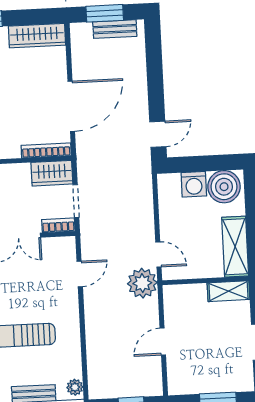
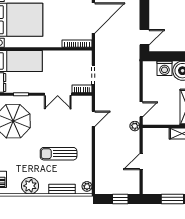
wardrobe: (52, 173) -> (80, 57), removed
door: (158, 255) -> (141, 109), hinge flipped
plant: (142, 283) -> (135, 126), width x0.53, depth x0.53

